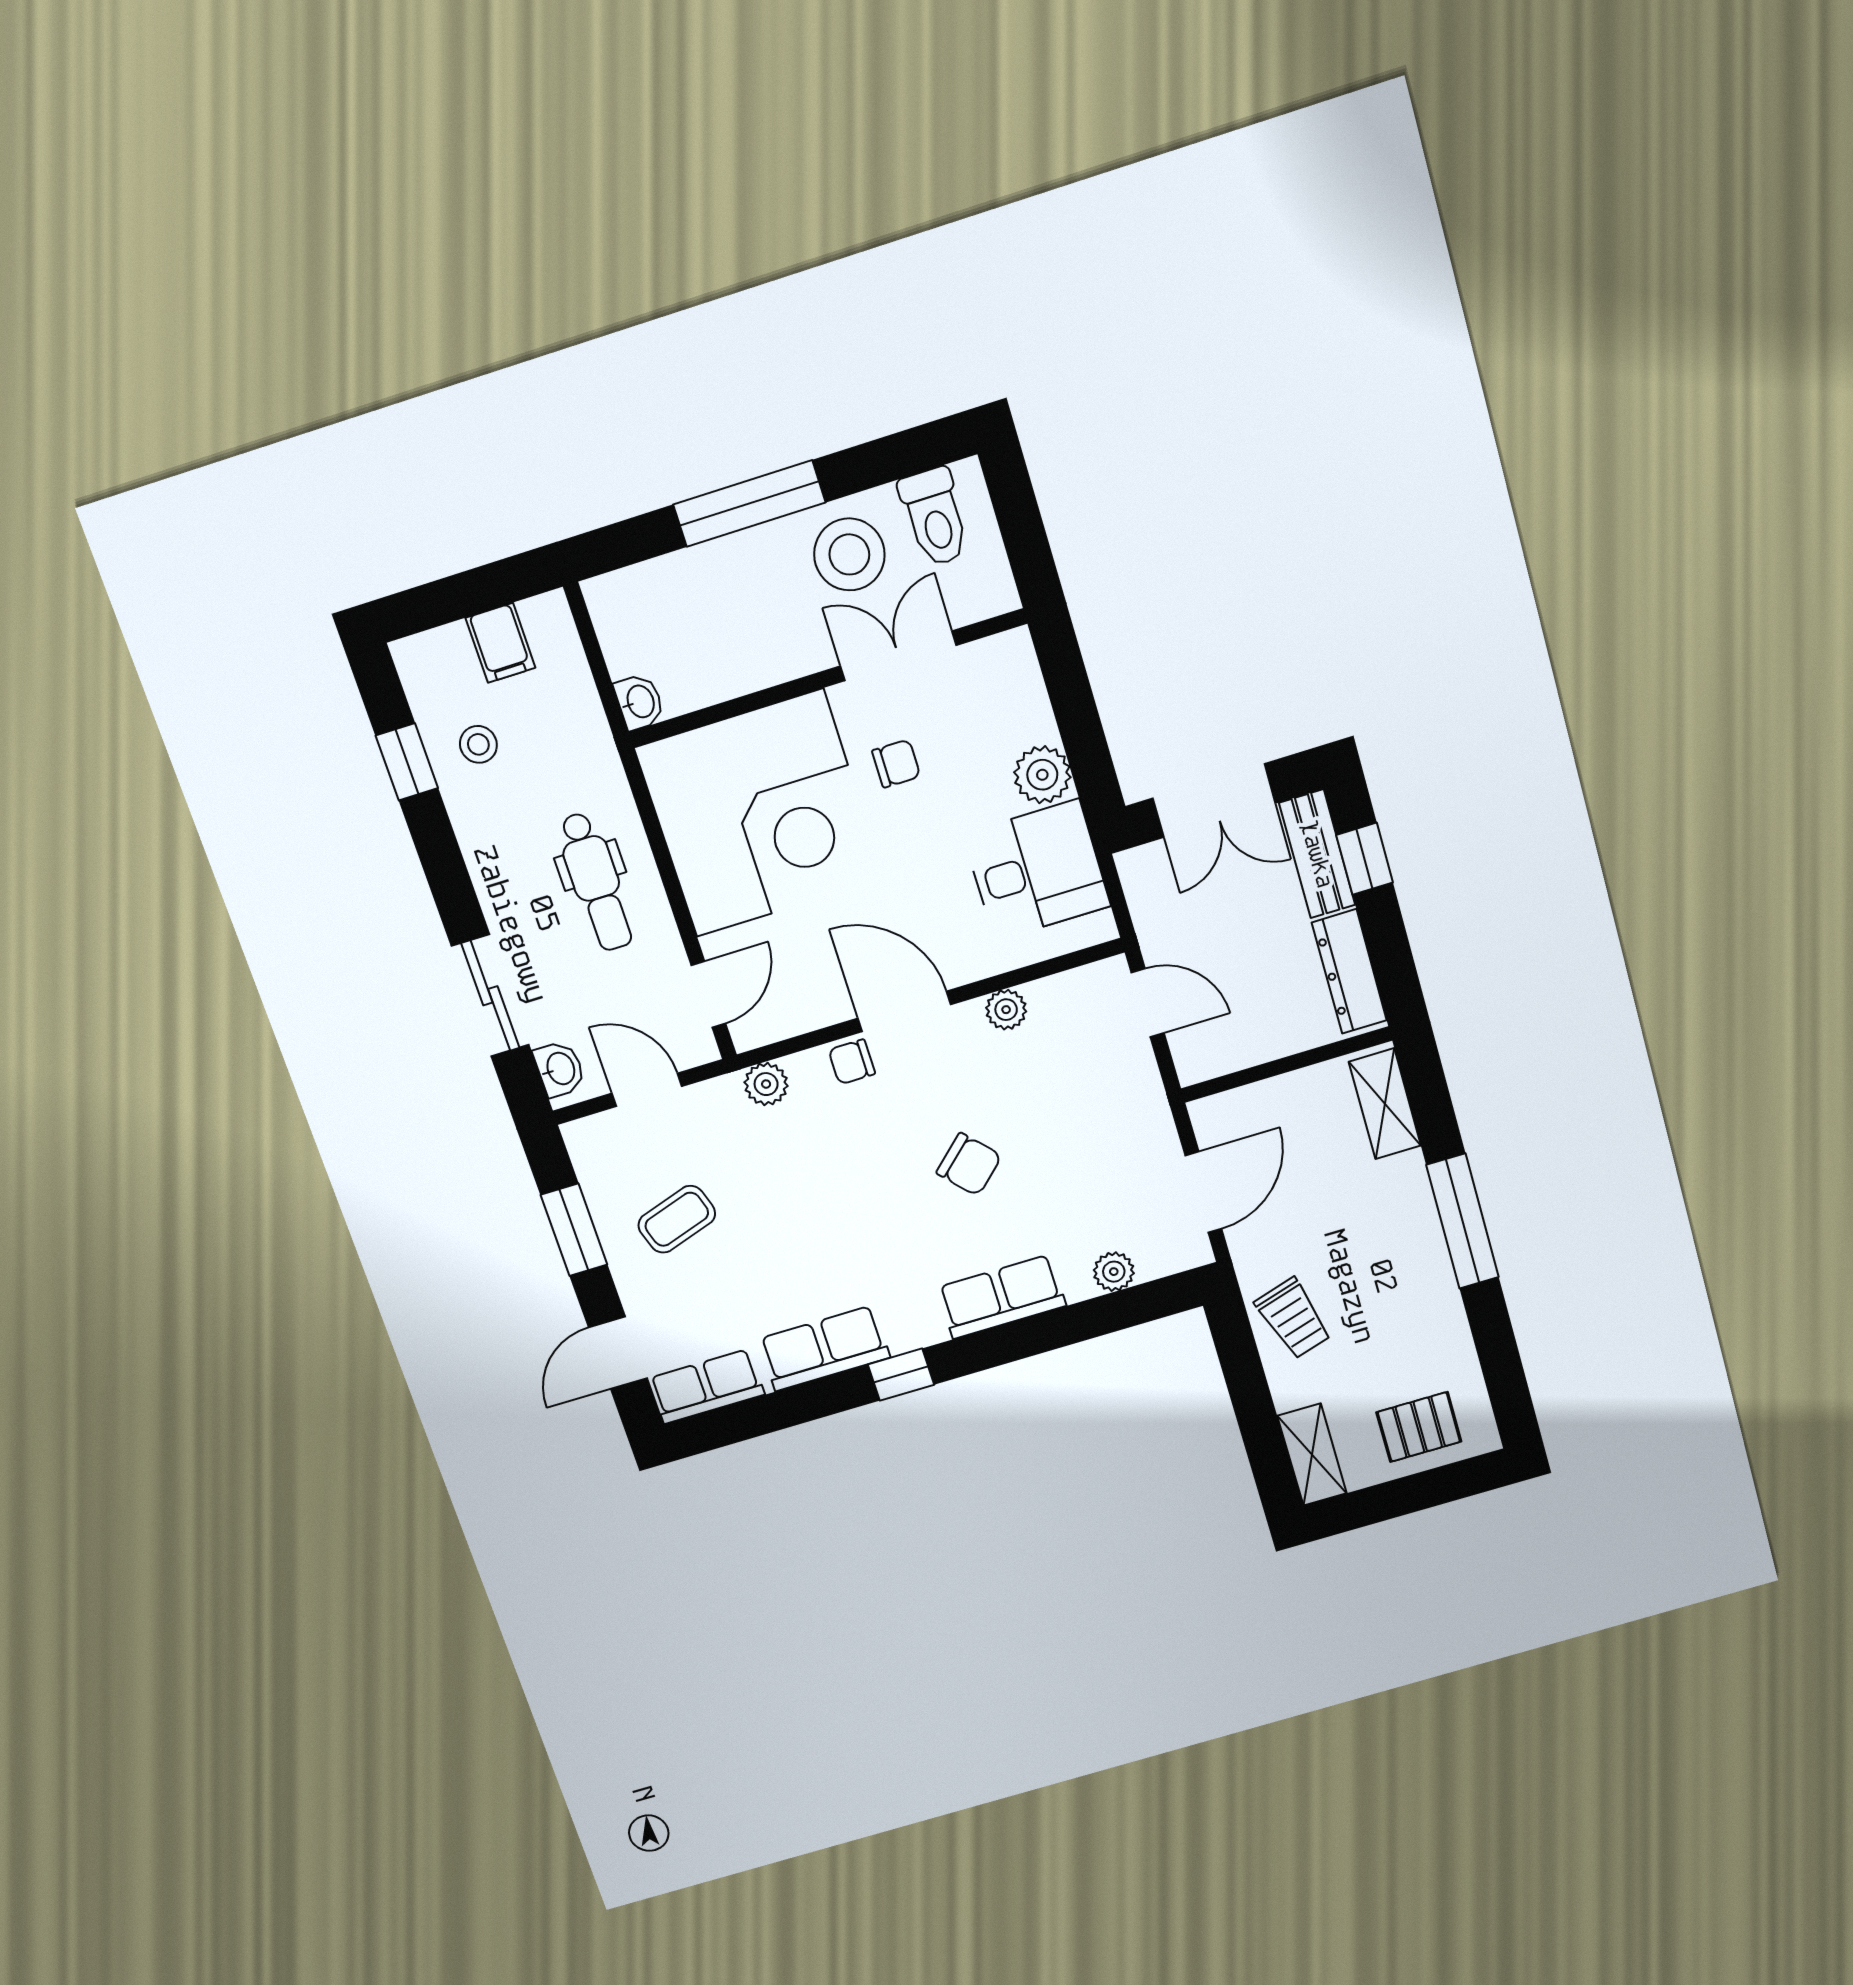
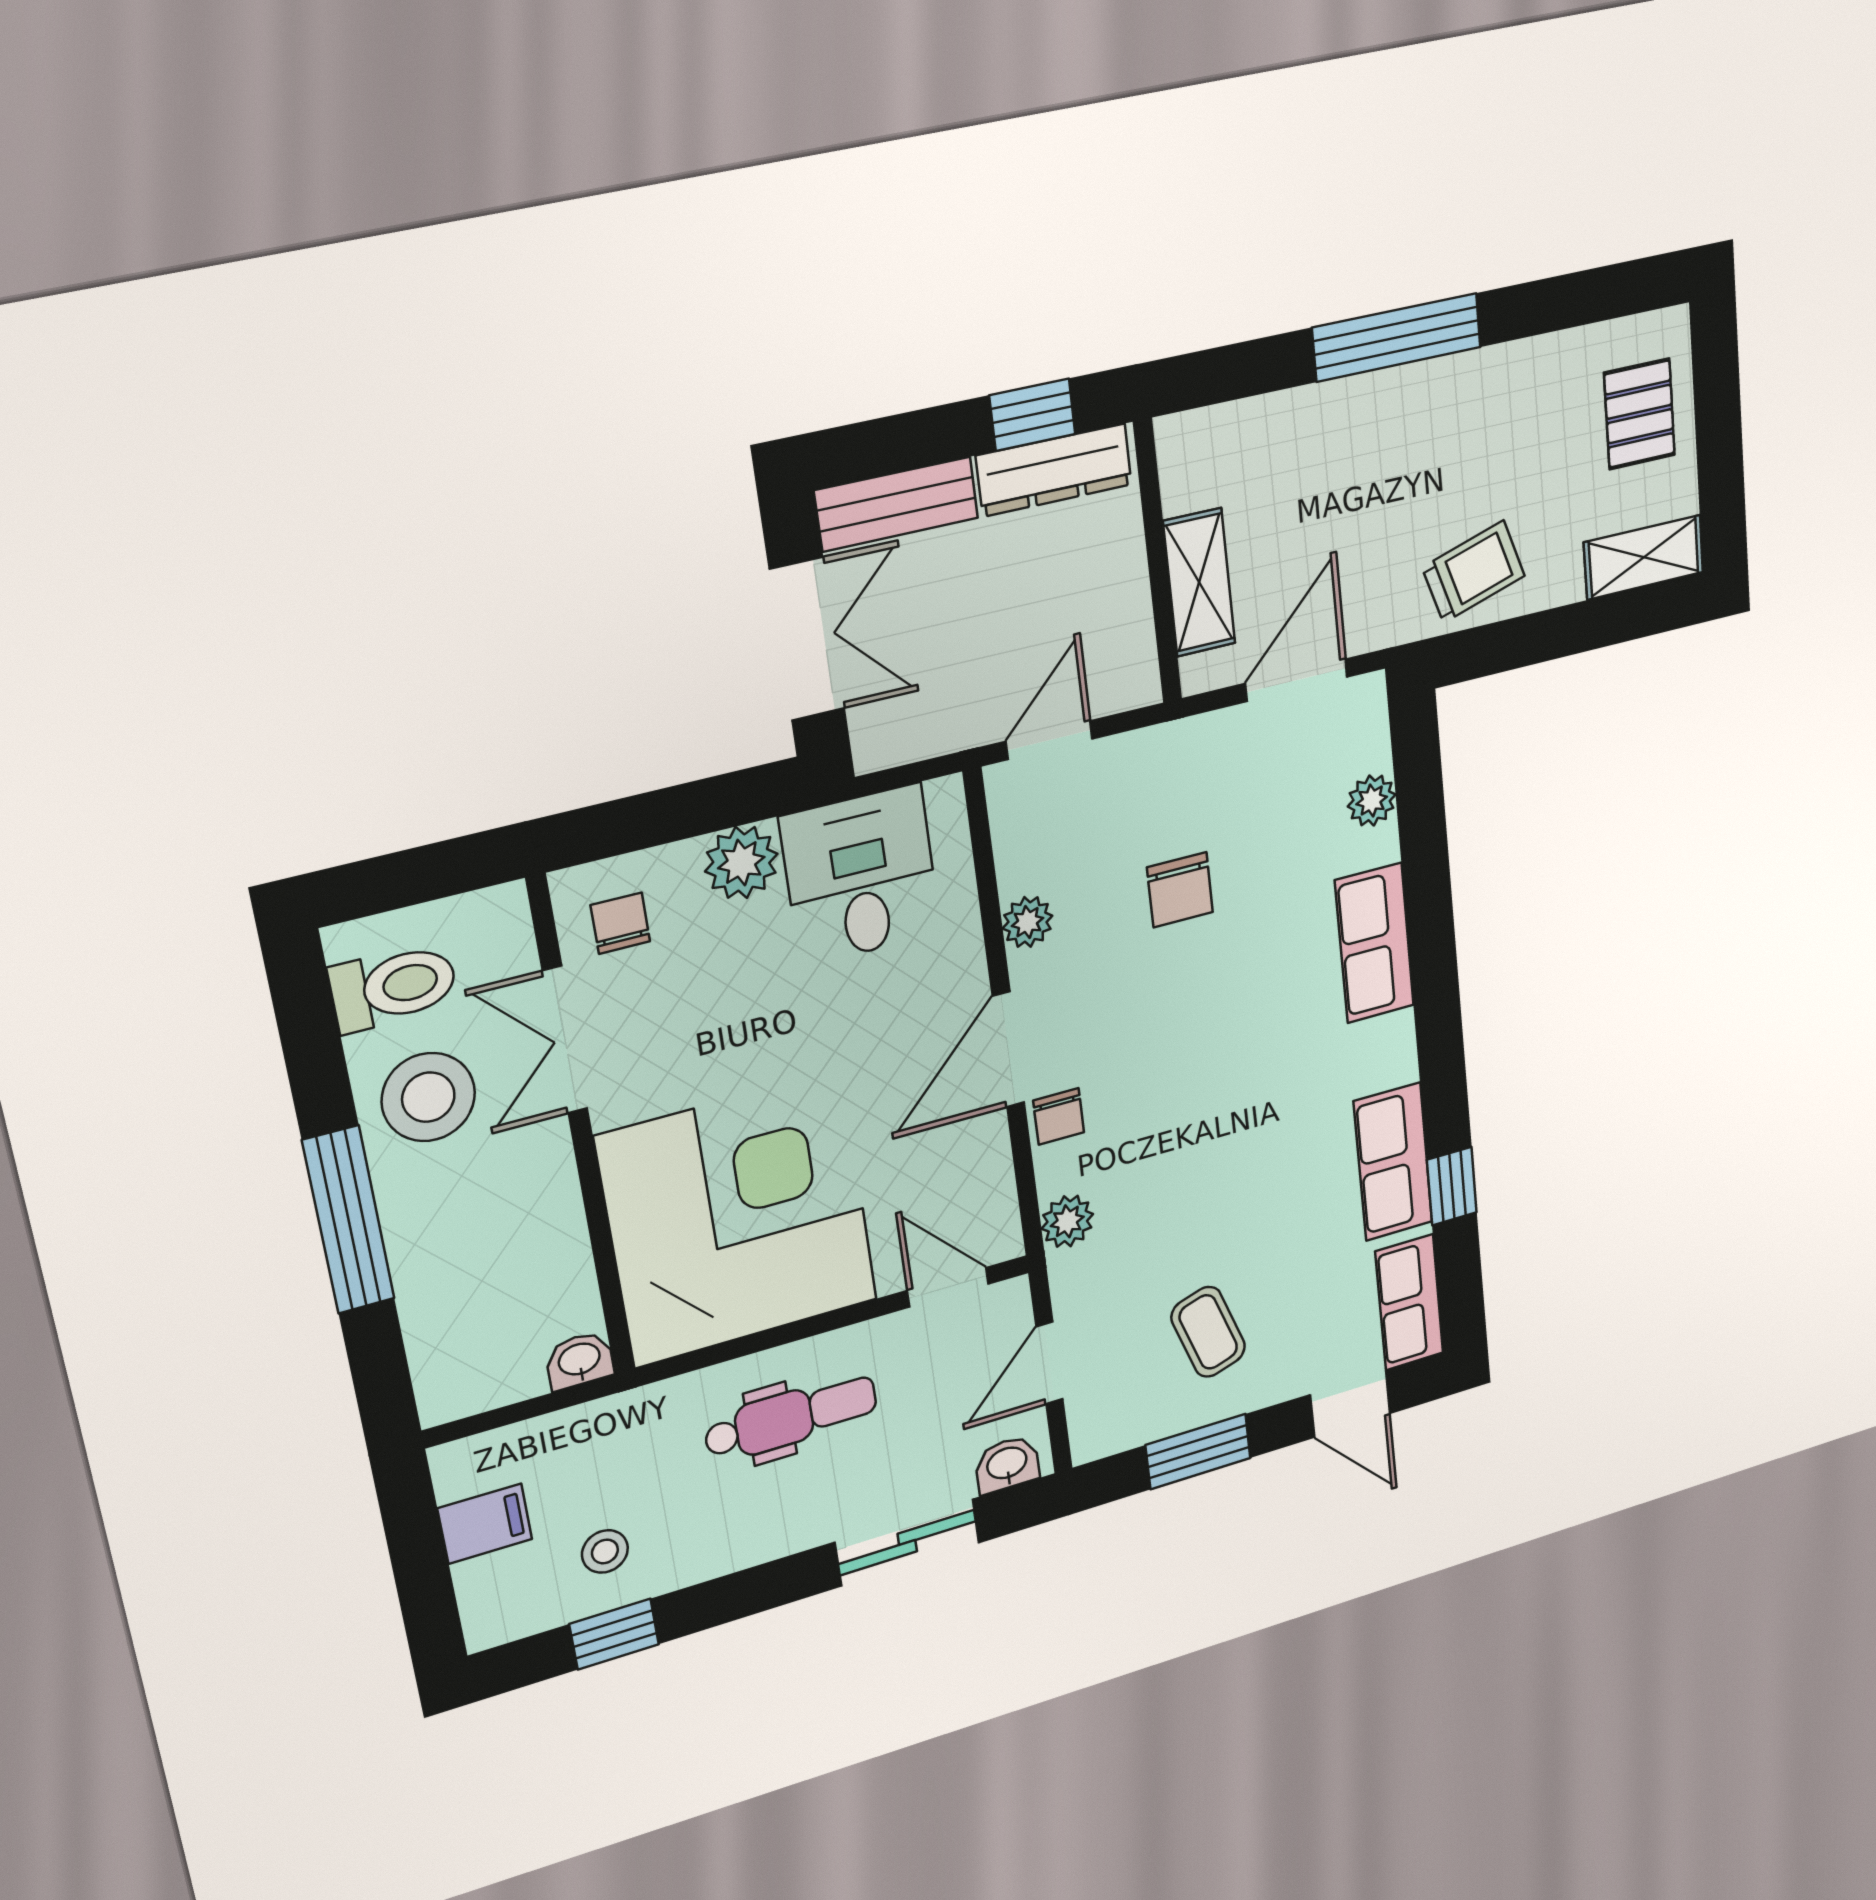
chair: (896, 764) -> (620, 923), moved
window: (1365, 859) -> (1032, 415), moved
shelving: (1385, 1104) -> (1199, 582), moved, turned 90
chair: (969, 1164) -> (1180, 890), moved, turned 133
door: (1203, 1192) -> (1296, 680), hinge flipped
window: (901, 1375) -> (1452, 1186), moved

